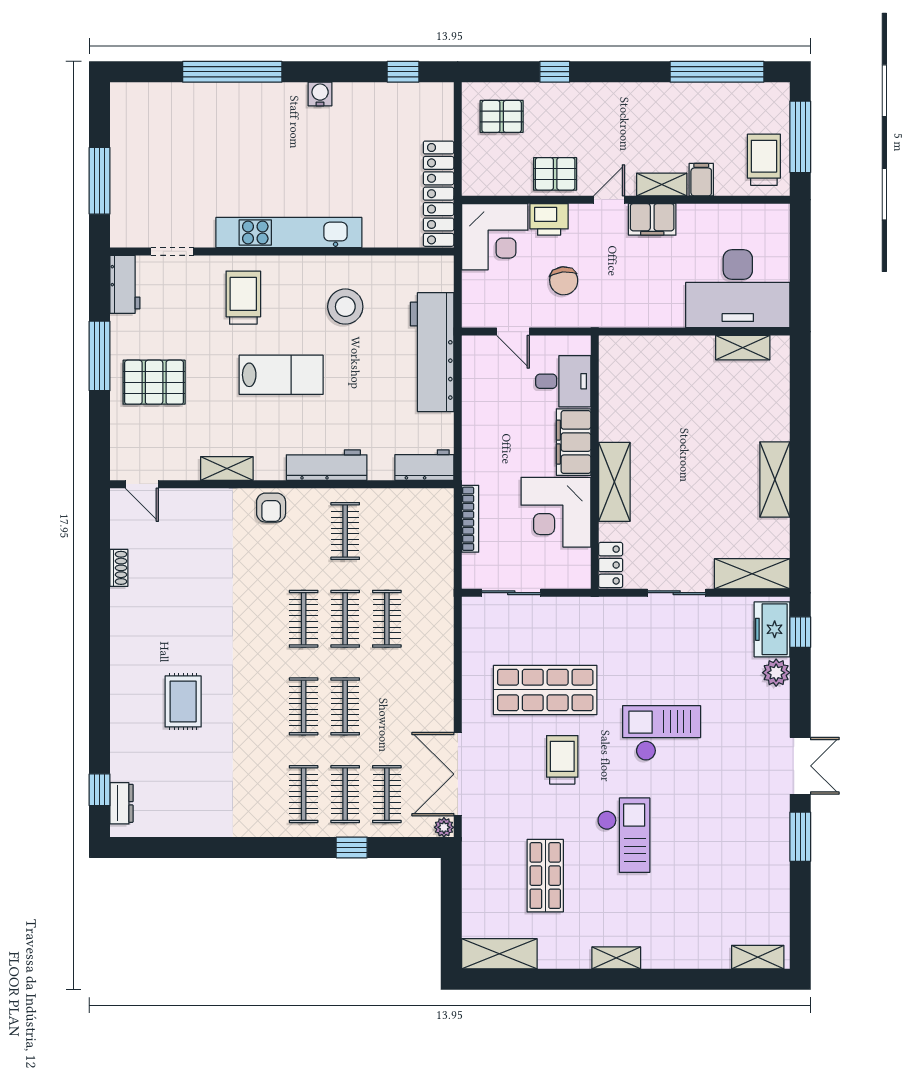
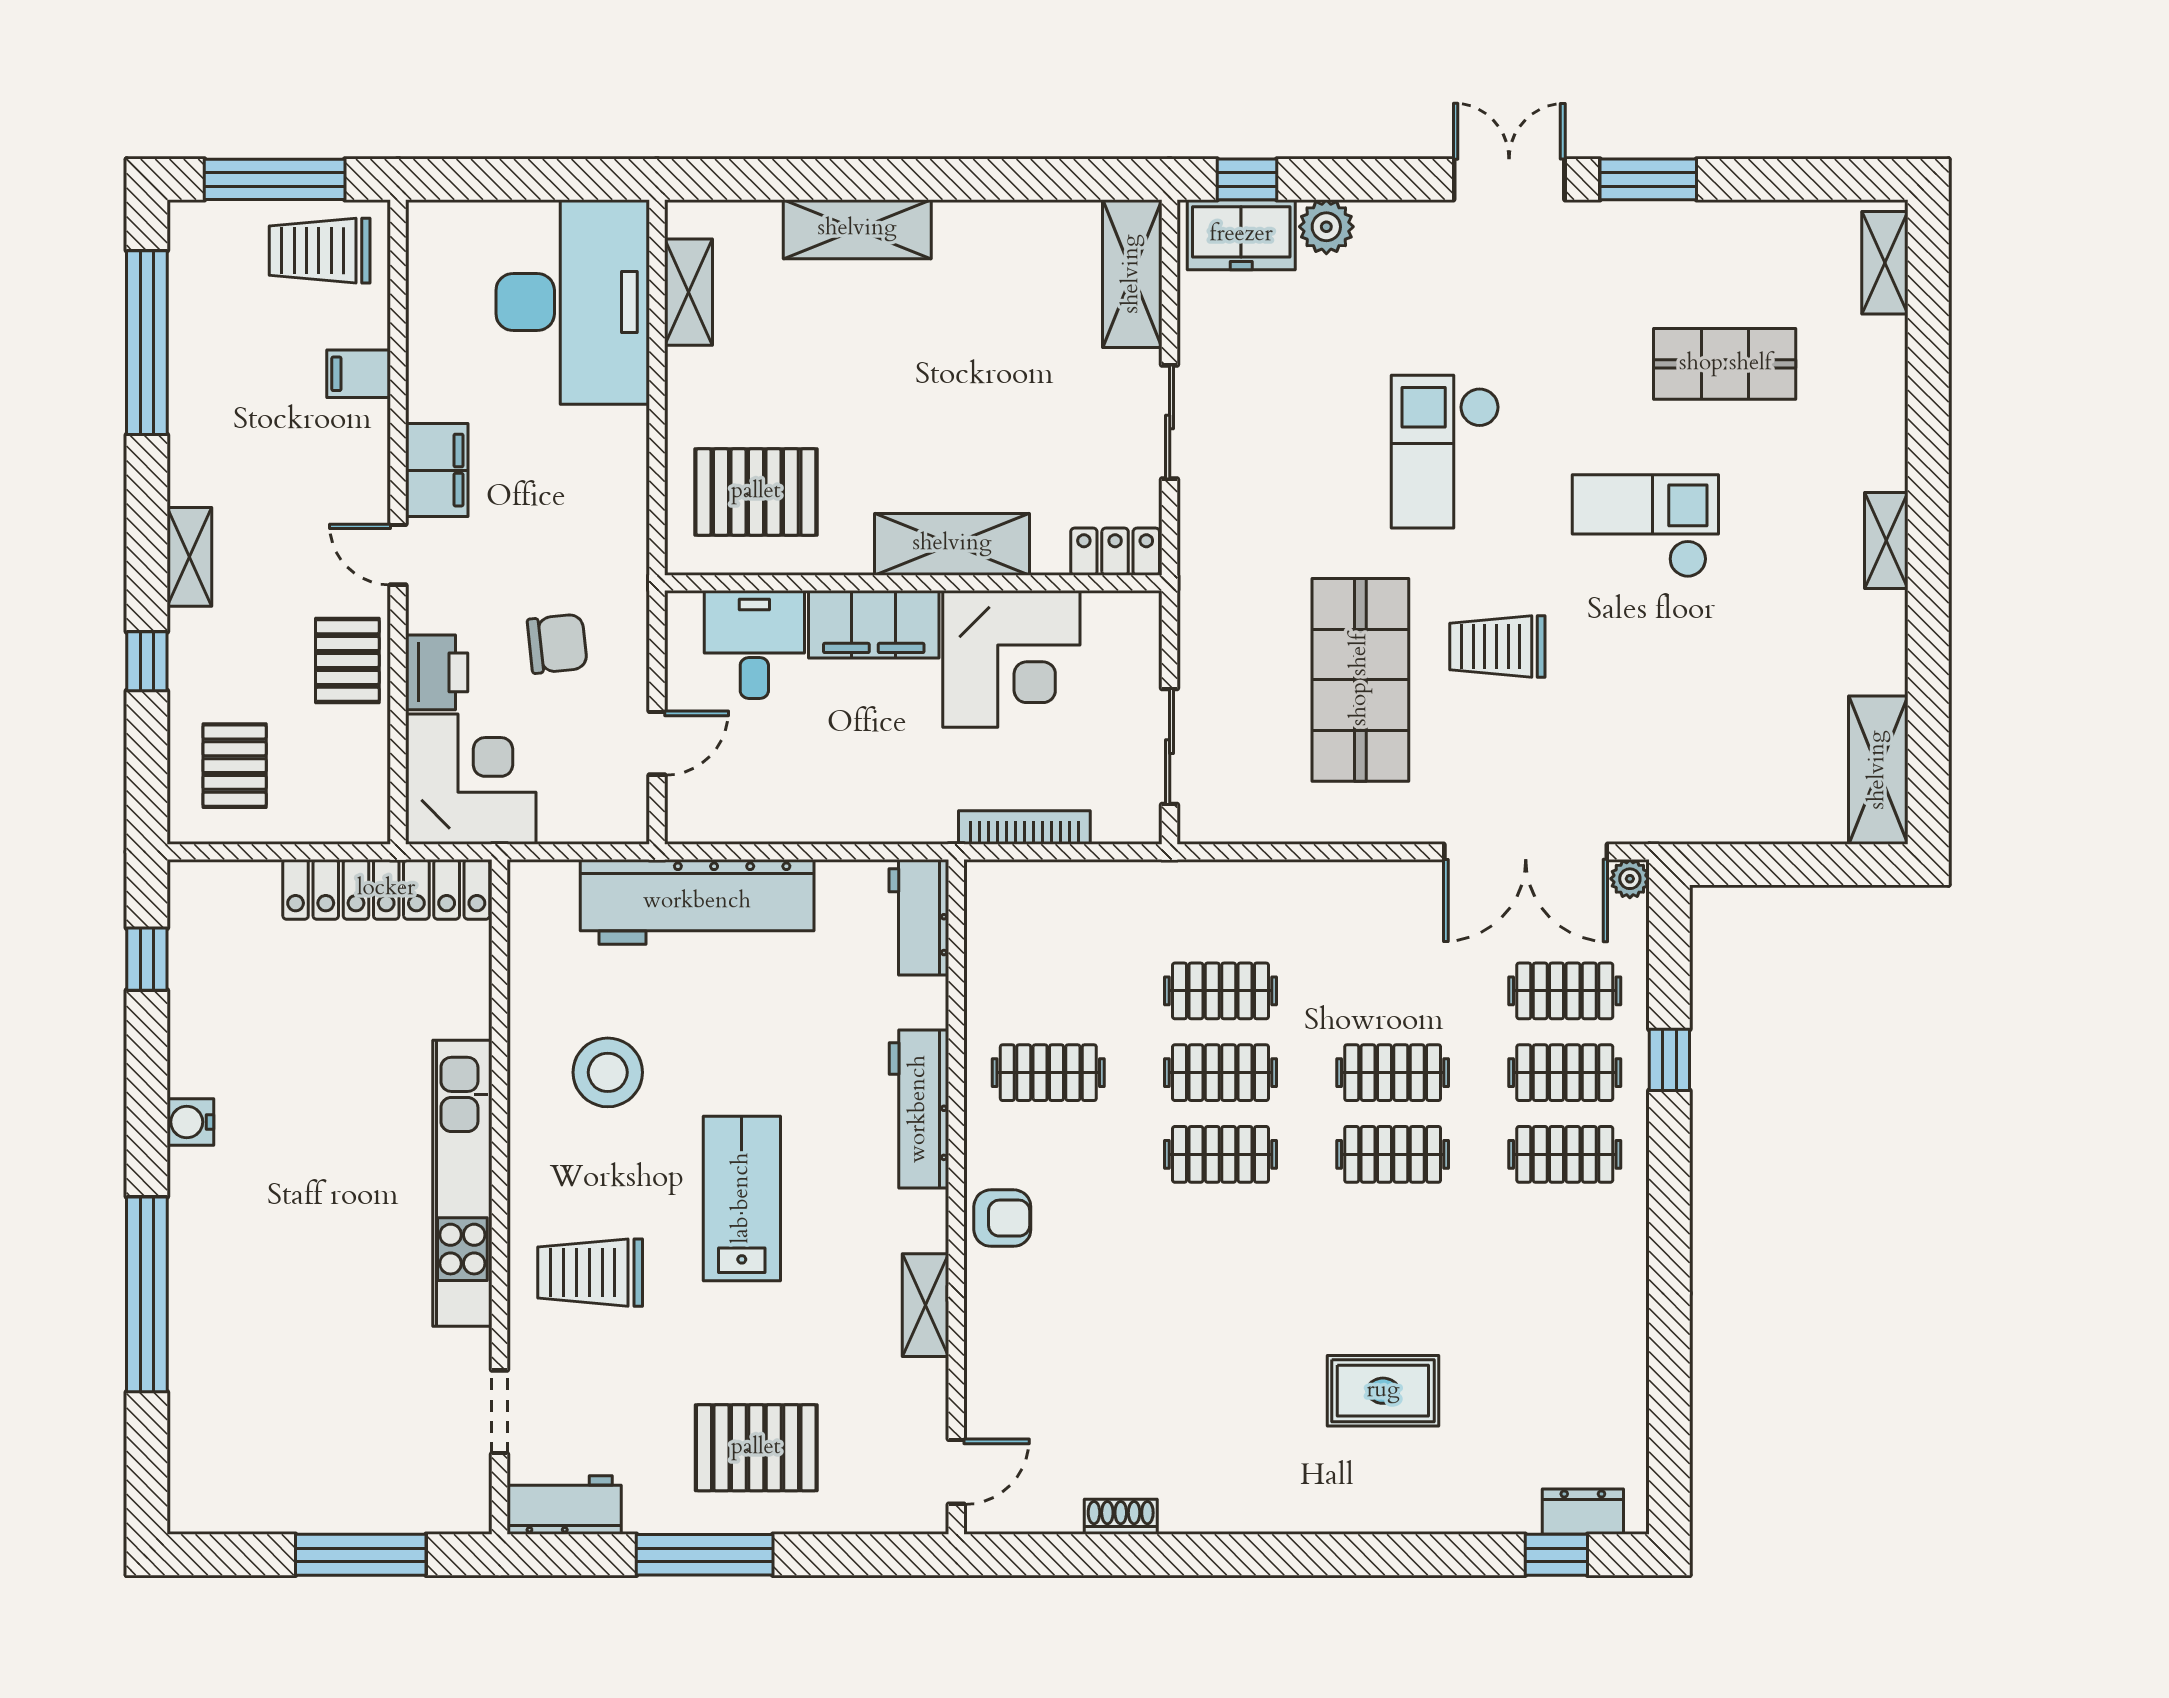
shelving: (662, 185) -> (189, 557), moved
pallet: (154, 382) -> (756, 1448), turned 90
pallet: (641, 382) -> (756, 492), added
shelving: (775, 479) -> (857, 229), moved
shop shelf: (545, 876) -> (1725, 364), moved

